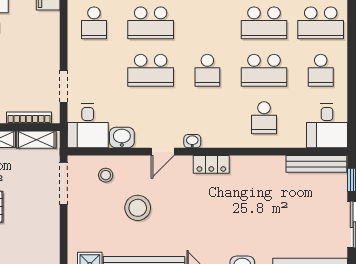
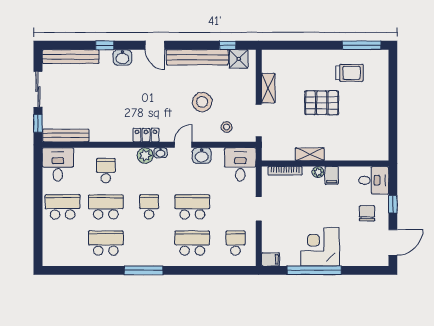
school desk: (321, 23) -> (63, 243), removed
school desk: (321, 70) -> (63, 207), width x1.85
doorway: (64, 86) -> (259, 209), moved
washbasin: (122, 137) -> (202, 156), moved
plant: (212, 138) -> (145, 156), added
shelving: (36, 140) -> (268, 88), moved, turned 90

